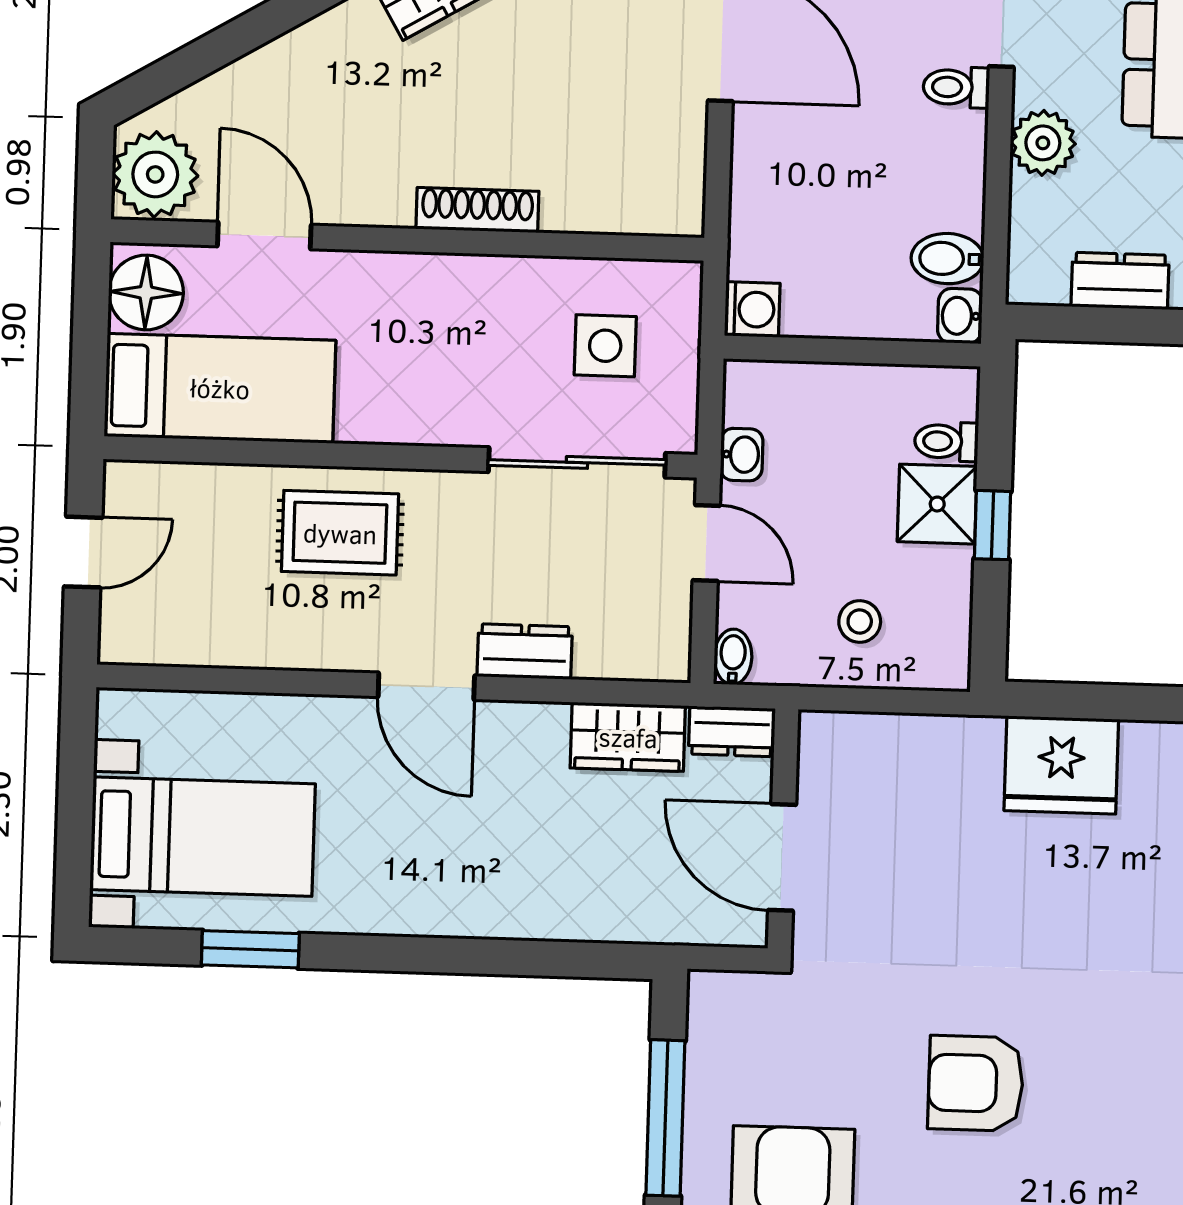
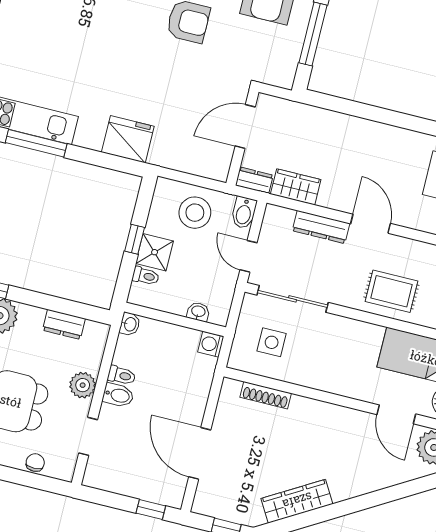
toilet: (956, 87) -> (122, 375), moved
shoe rack: (477, 210) -> (266, 395), moved
bidet: (947, 259) -> (118, 395), moved
washbasin: (742, 455) -> (198, 312), moved, turned 90
stool: (860, 621) -> (195, 213), width x1.89, depth x1.89
dresser: (525, 652) -> (321, 227), width x1.44
bidet: (733, 657) -> (244, 213), width x1.38, depth x1.36
door: (782, 857) -> (245, 127), swing flipped

